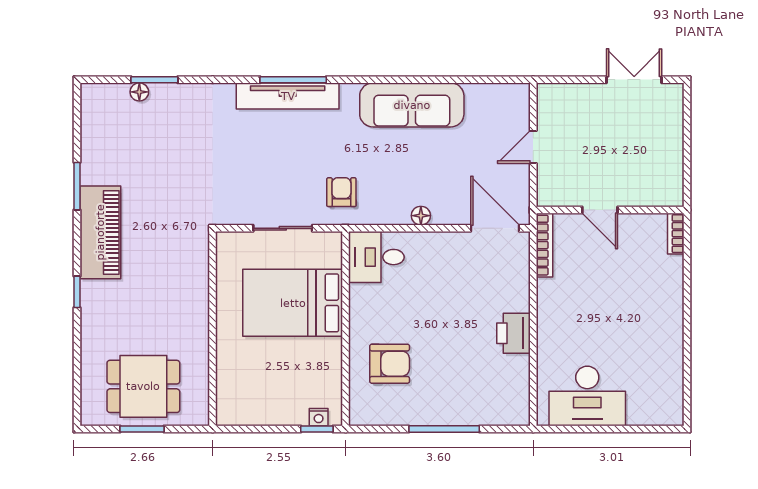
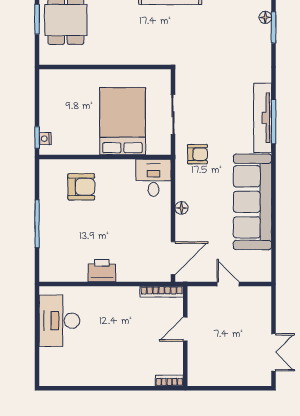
sofa: (412, 105) -> (252, 202), width x1.36, depth x1.27
armchair: (390, 364) -> (81, 187), turned -90

